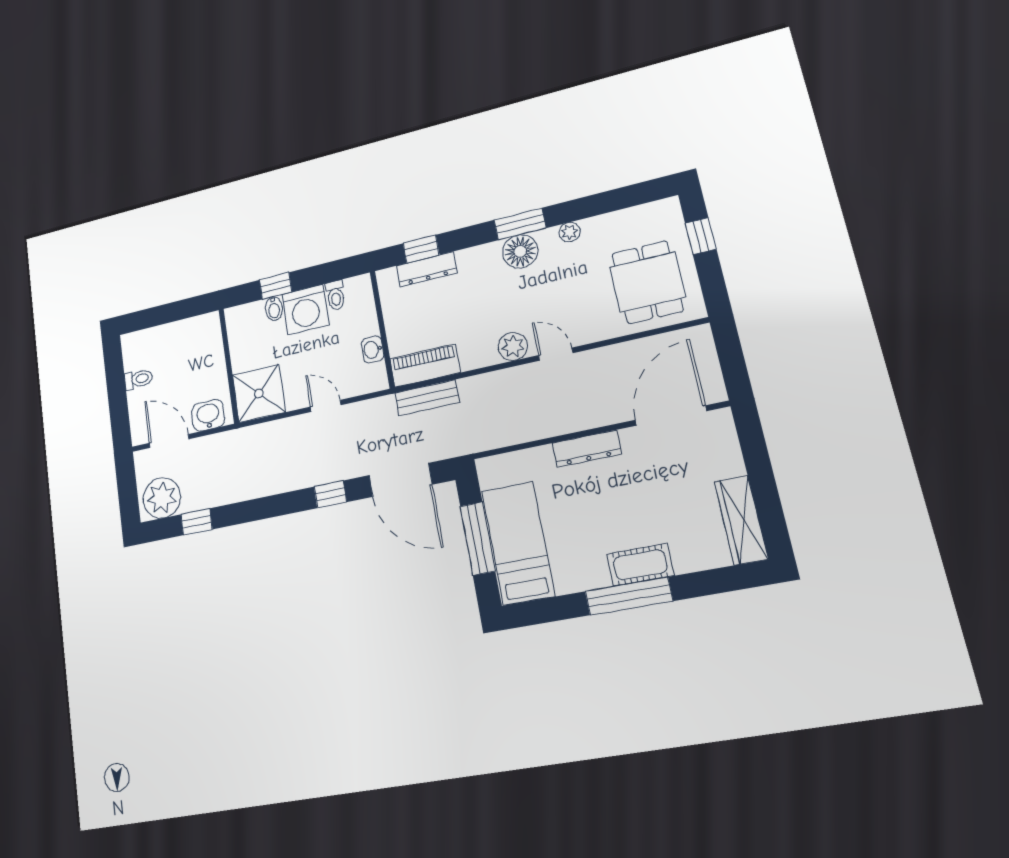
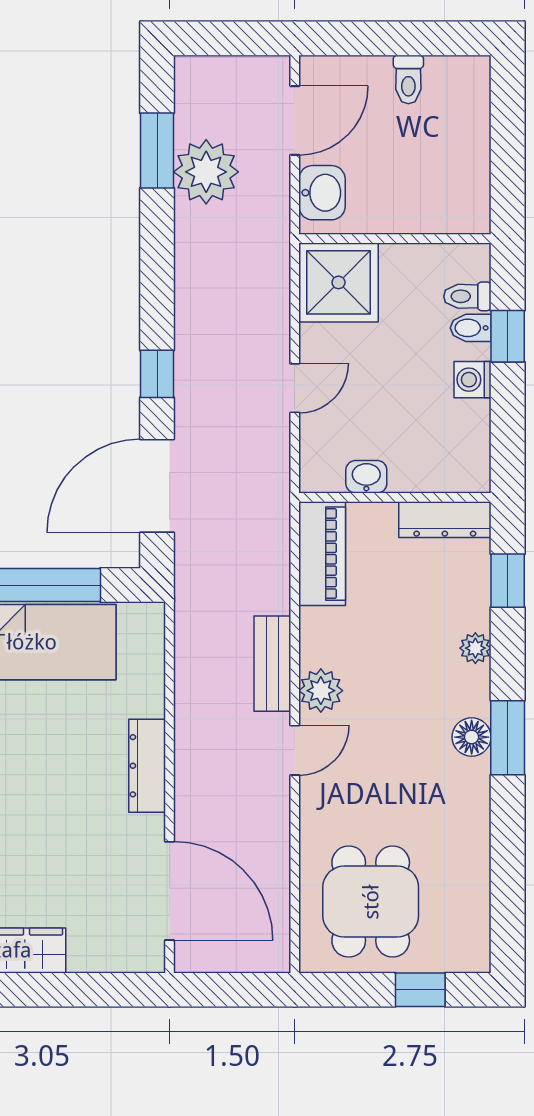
plant: (570, 232) -> (475, 648), moved
floor lamp: (520, 251) -> (472, 737), width x0.73, depth x0.73
dresser: (427, 269) -> (445, 520), moved, turned -90
dining table: (647, 282) -> (371, 902), turned 90
toilet: (335, 295) -> (467, 296), moved
washing machine: (305, 310) -> (473, 380), width x0.53, depth x0.53
bench: (427, 398) -> (272, 664), moved
plant: (162, 498) -> (206, 172), moved
window: (197, 522) -> (157, 150), width x1.50

